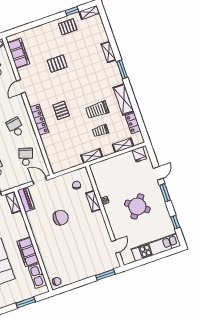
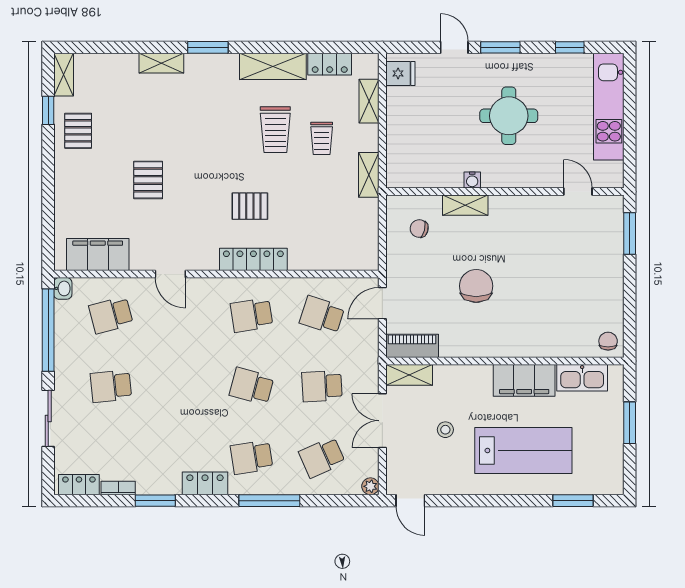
round table: (137, 206) -> (509, 116), turned -37

